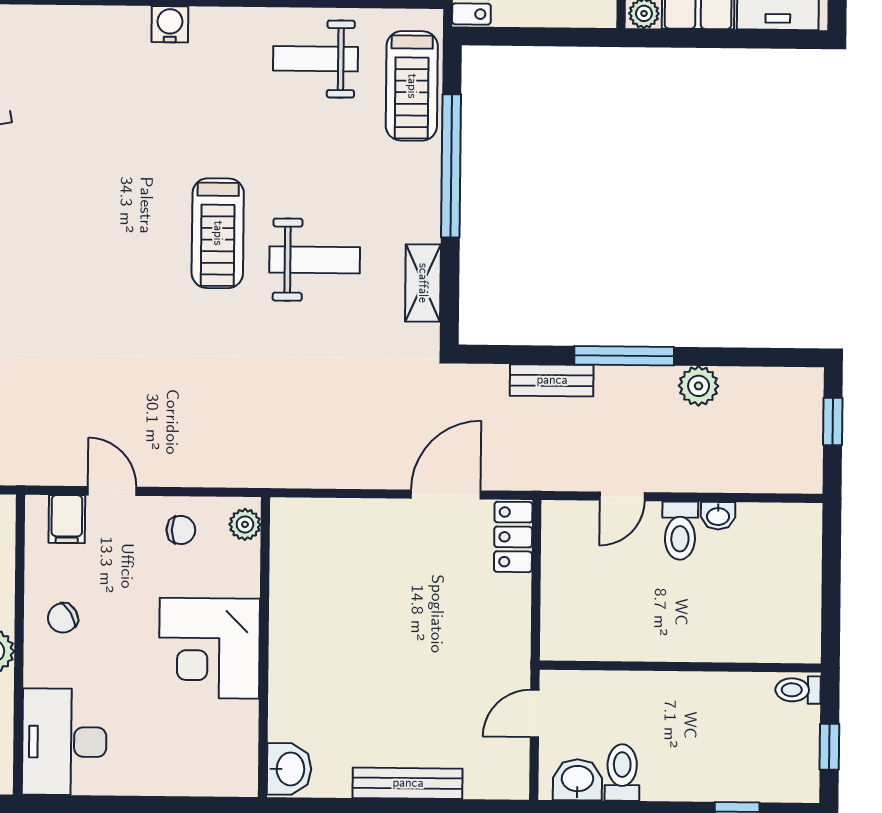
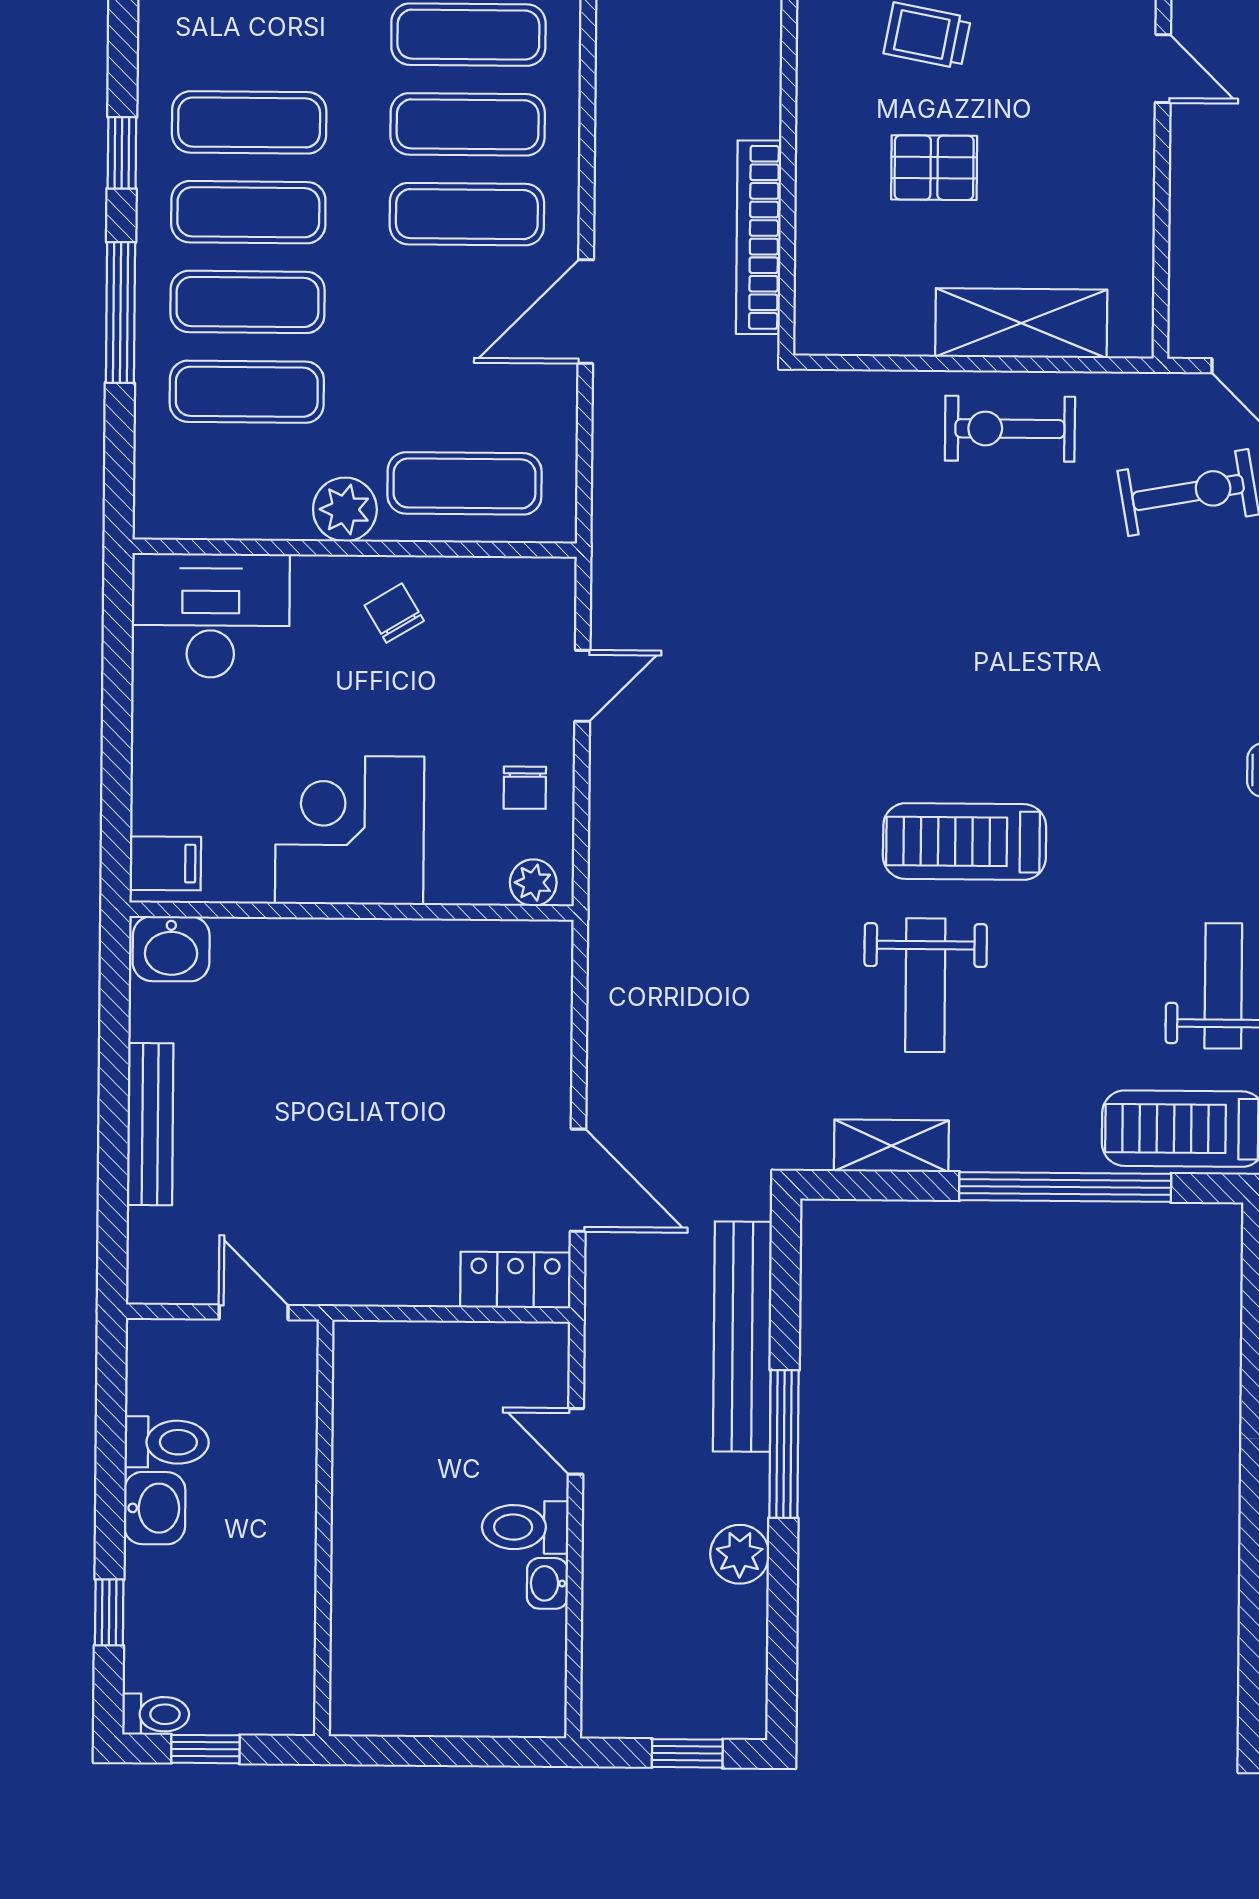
bench: (552, 380) -> (742, 1337), width x1.86, depth x1.21
filing cabinet: (67, 519) -> (165, 863), moved, turned 180
toilet: (798, 690) -> (156, 1714), moved, turned 90
washbasin: (577, 780) -> (155, 1508), moved

